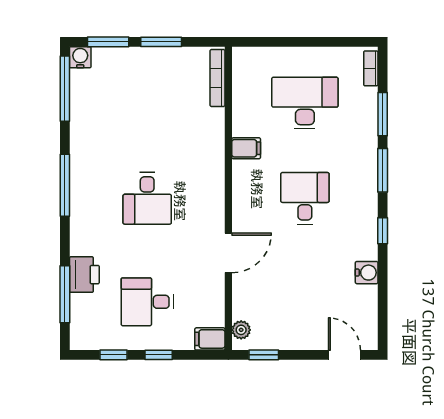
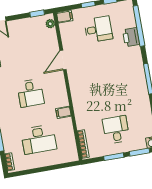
desk: (147, 198) -> (116, 130), moved
window: (65, 294) -> (139, 26), width x1.46

